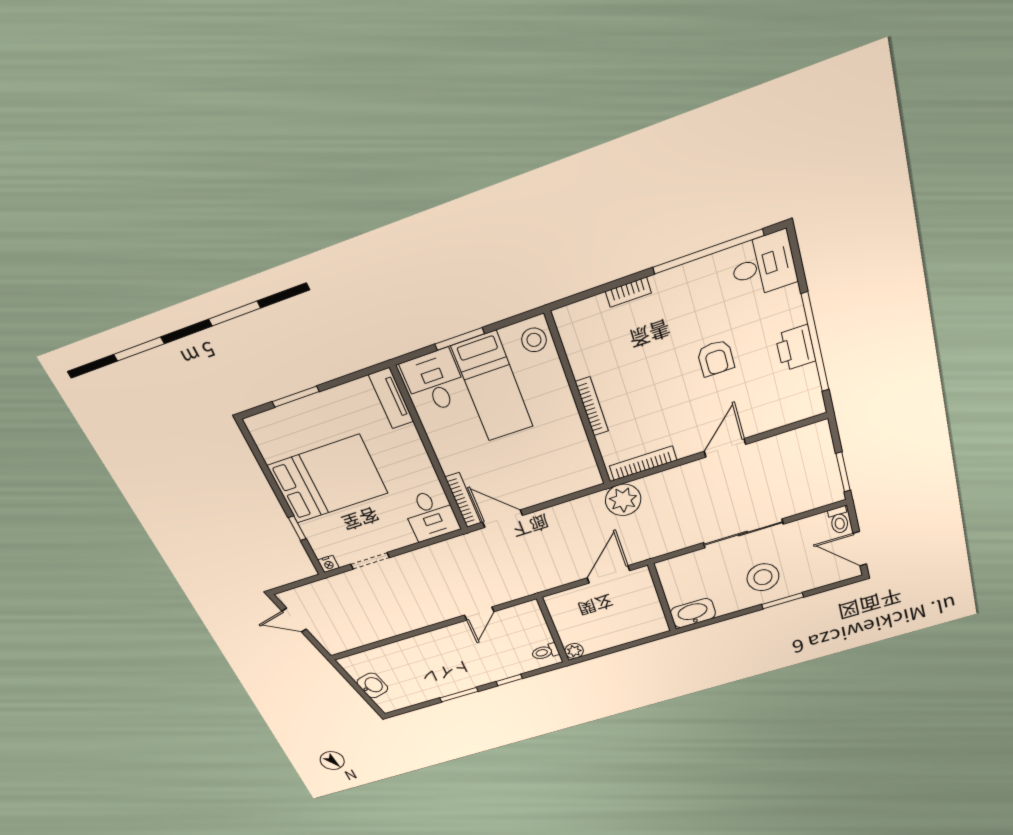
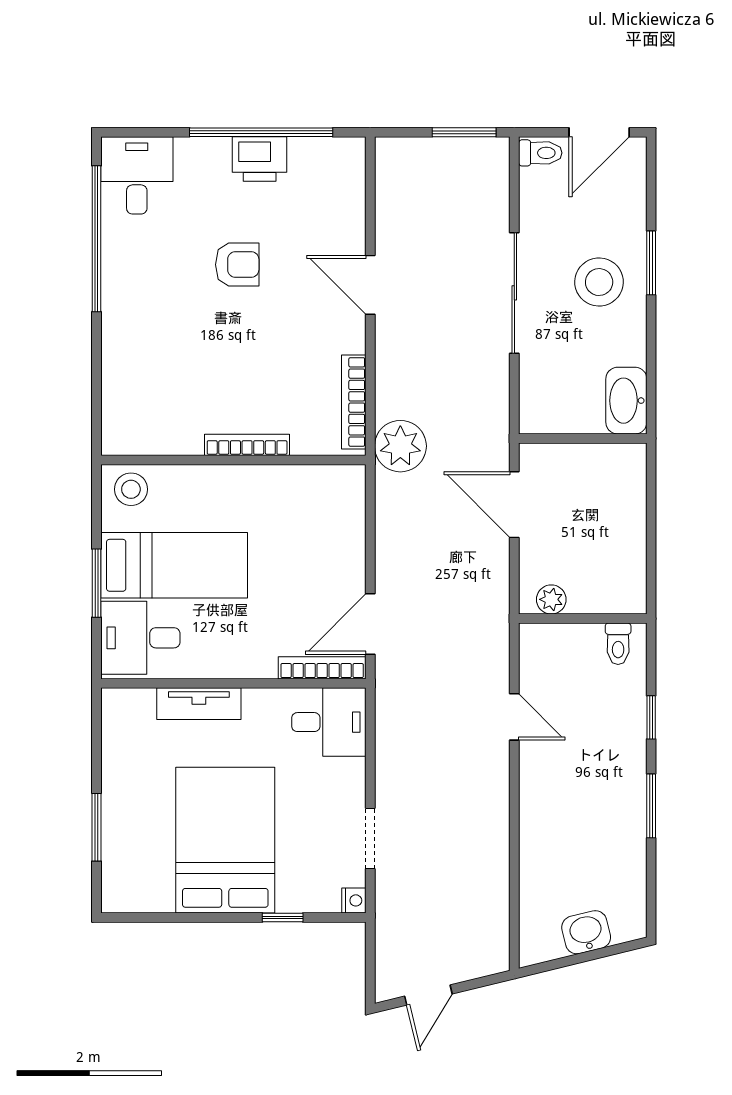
bookcase: (628, 292) -> (112, 351), removed
tv unit: (391, 398) -> (199, 704), moved
plant: (574, 651) -> (551, 599), moved

